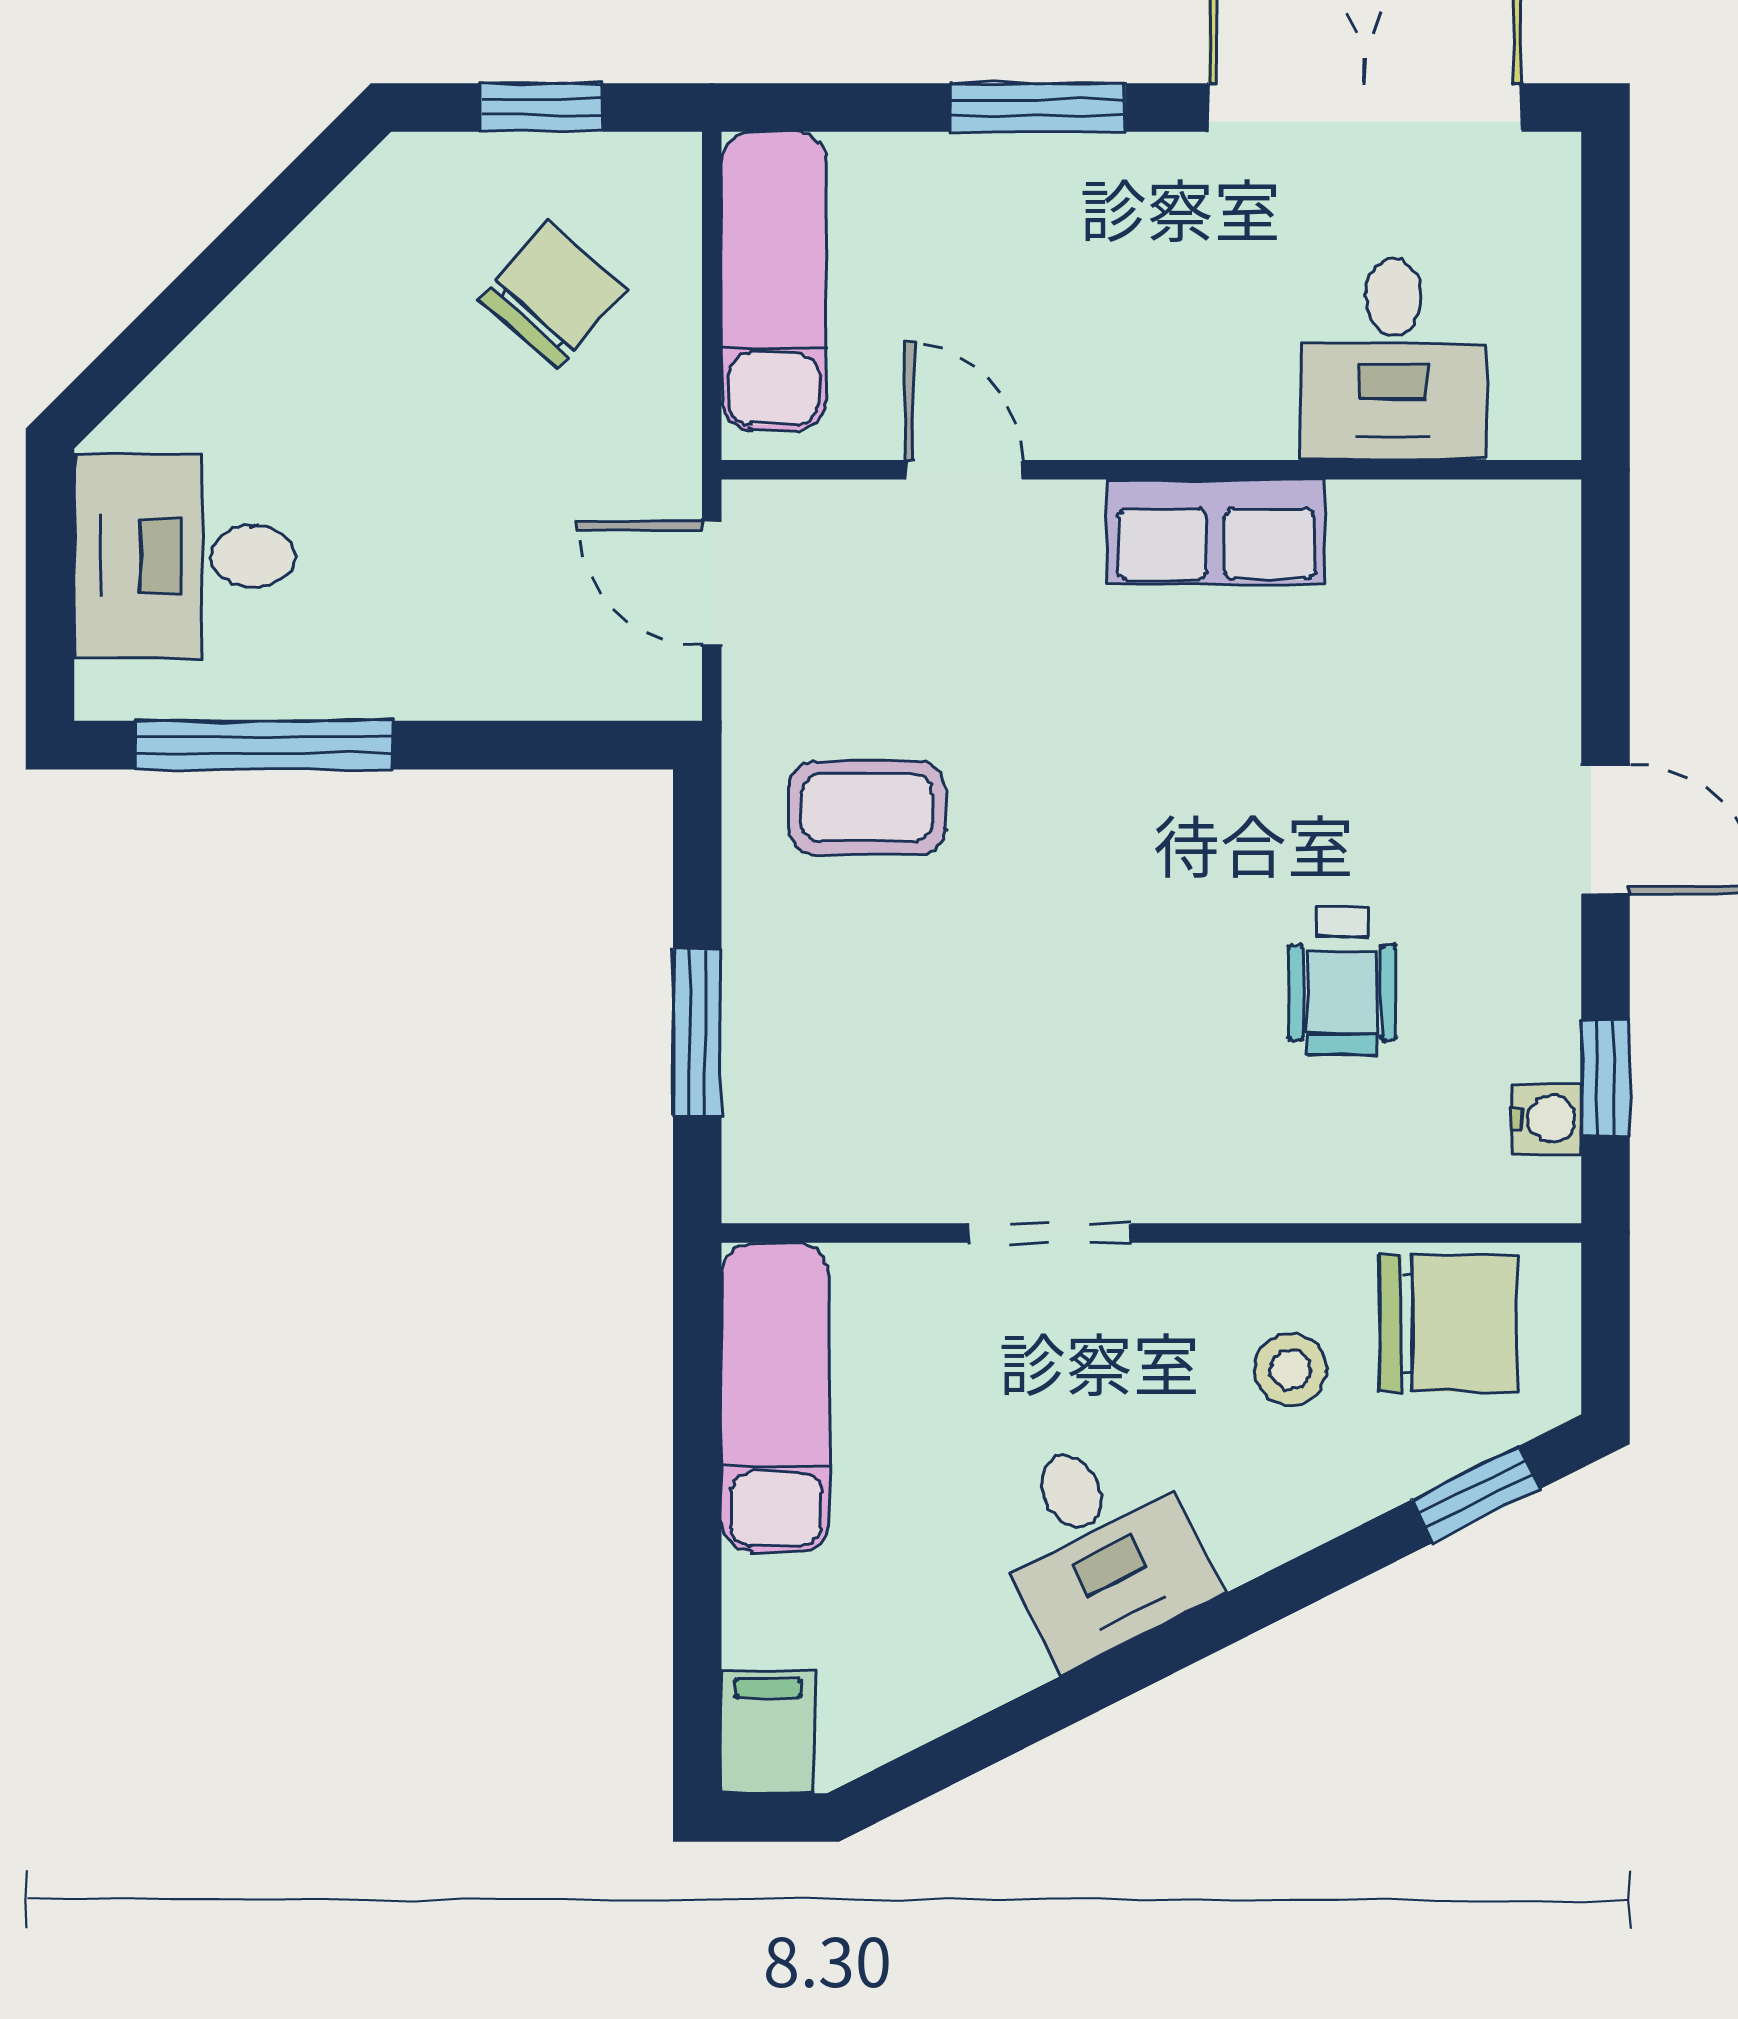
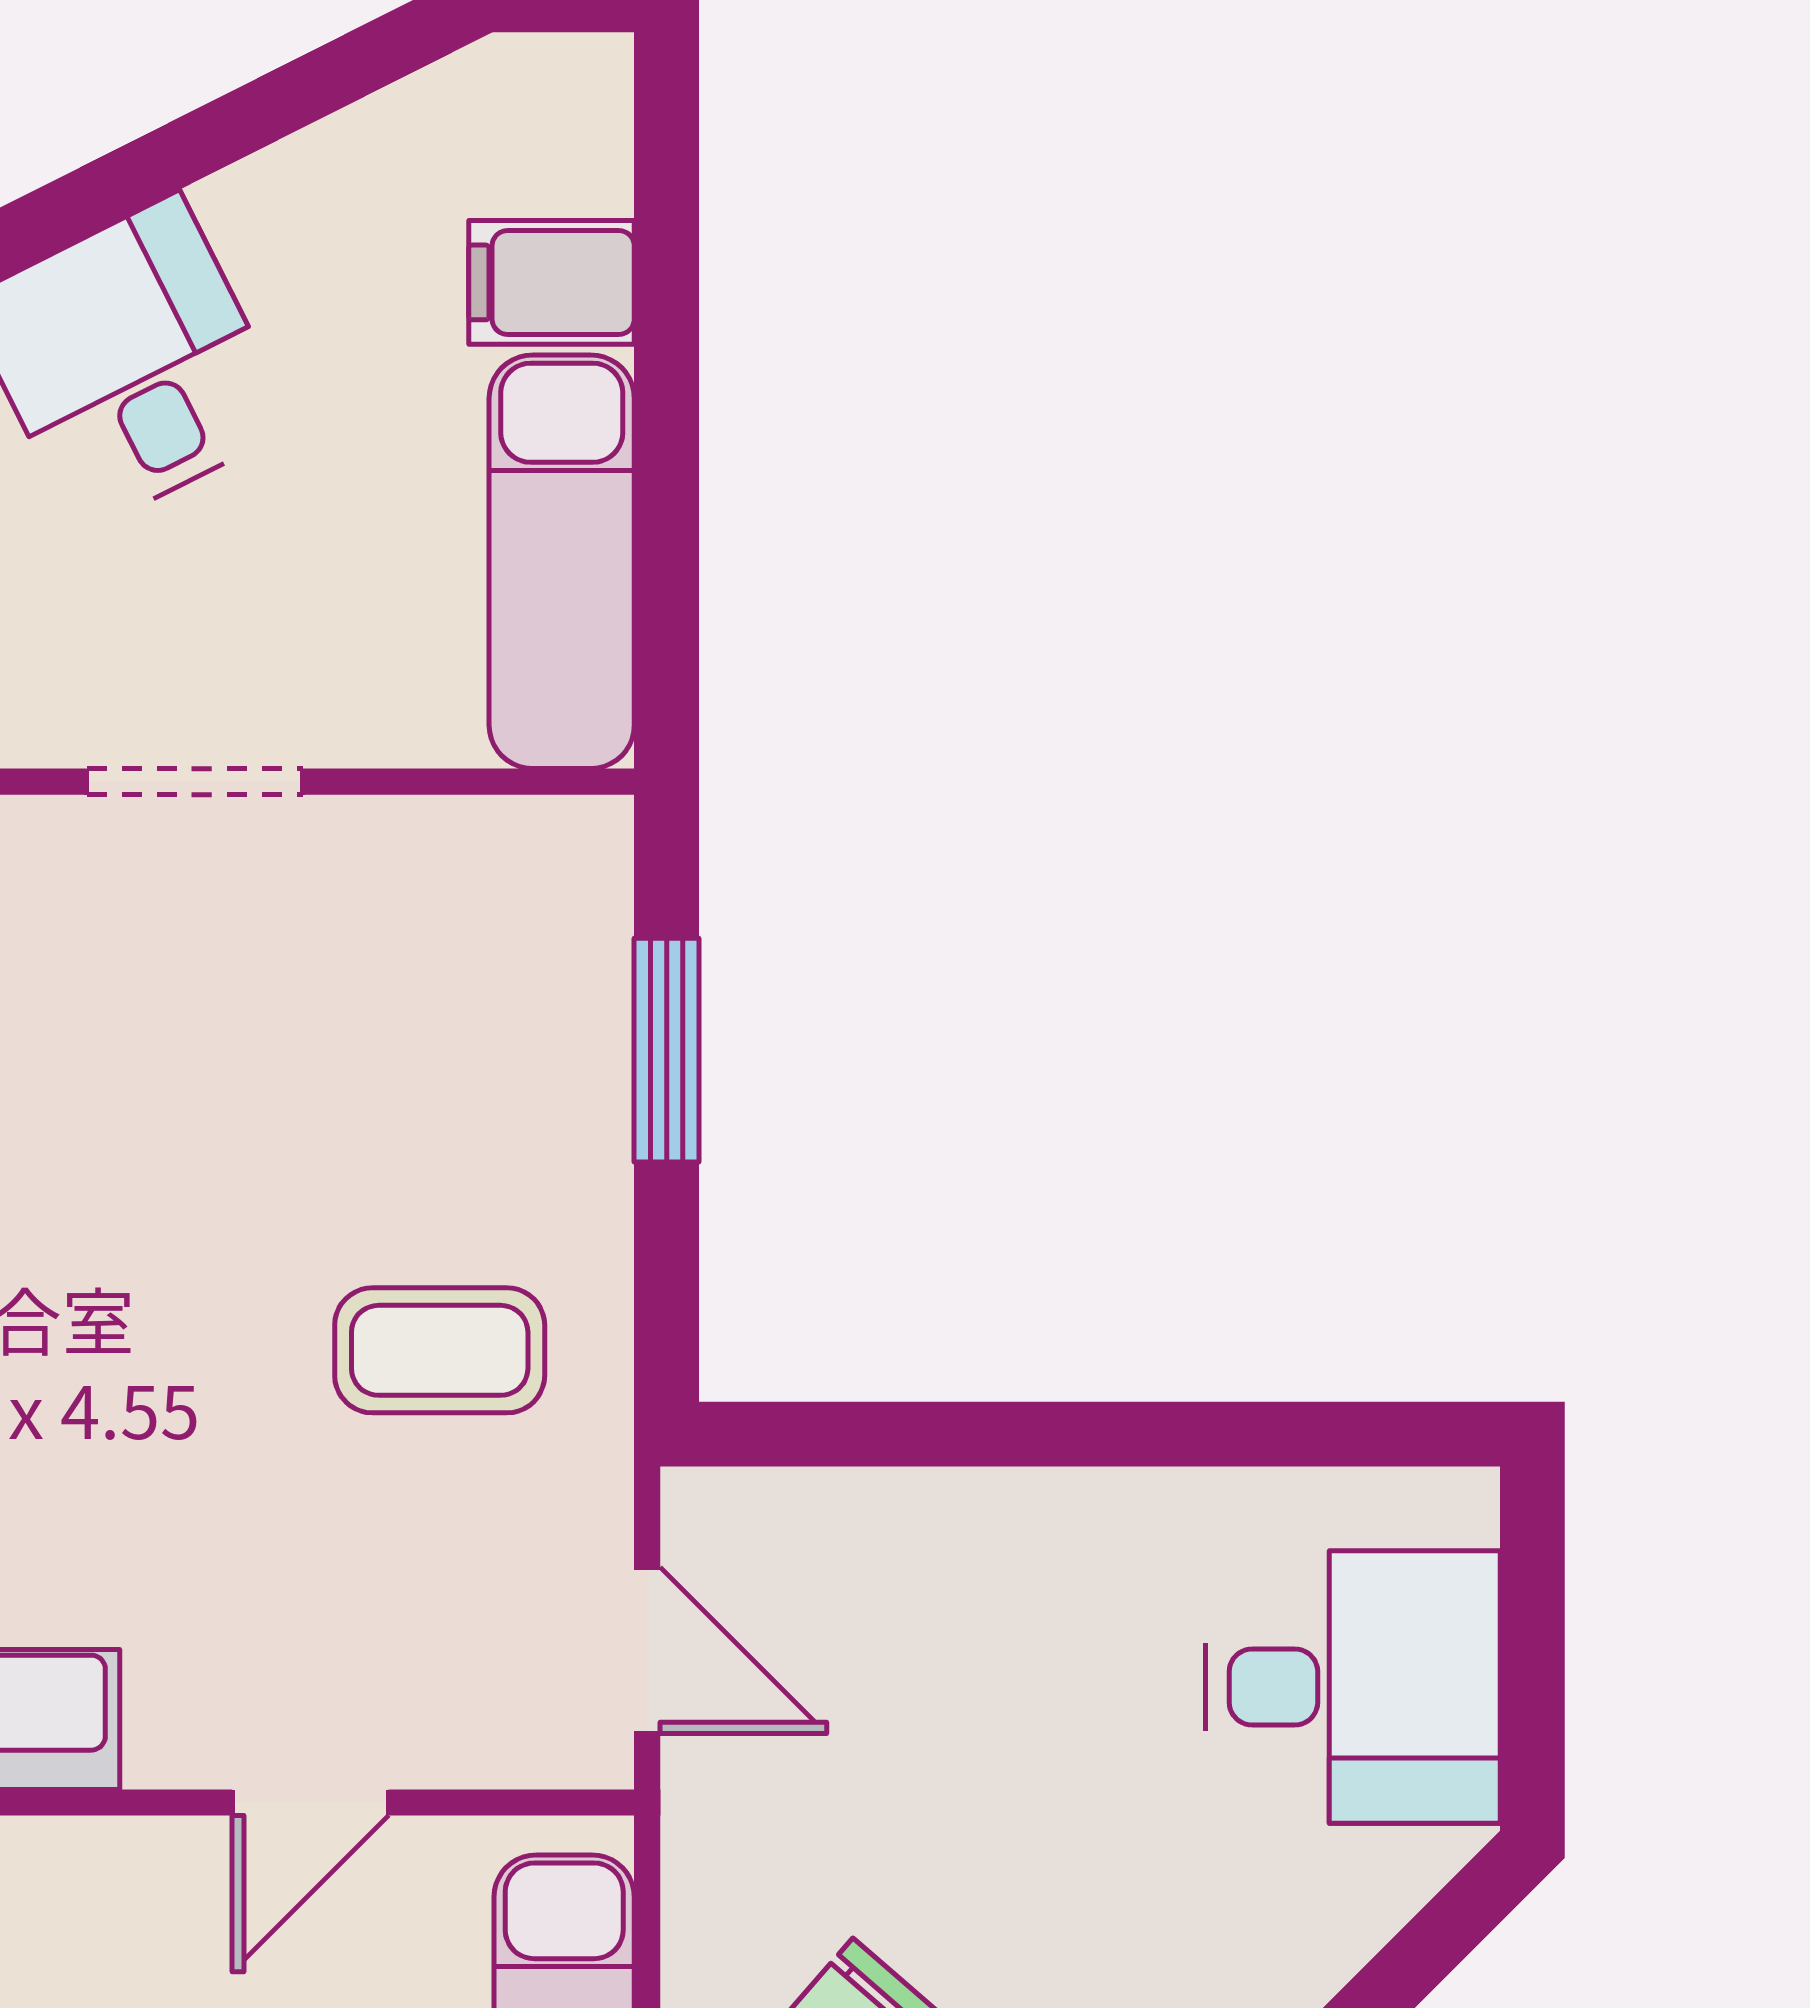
door: (964, 470) -> (310, 1802), hinge flipped
window: (264, 745) -> (1247, 1434), removed
filing cabinet: (768, 1732) -> (552, 282), moved, turned 90

